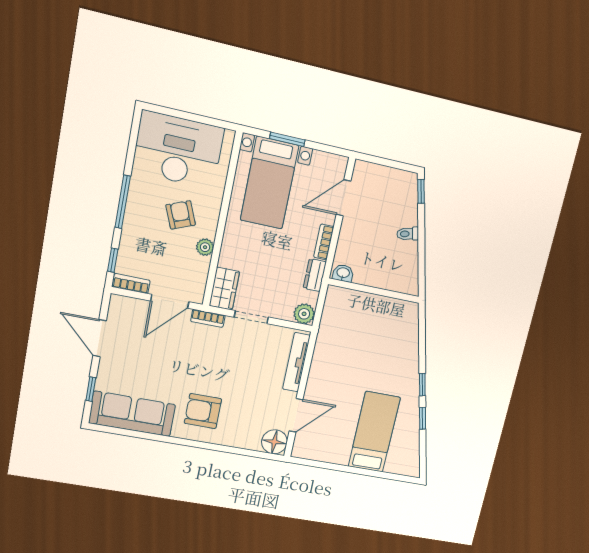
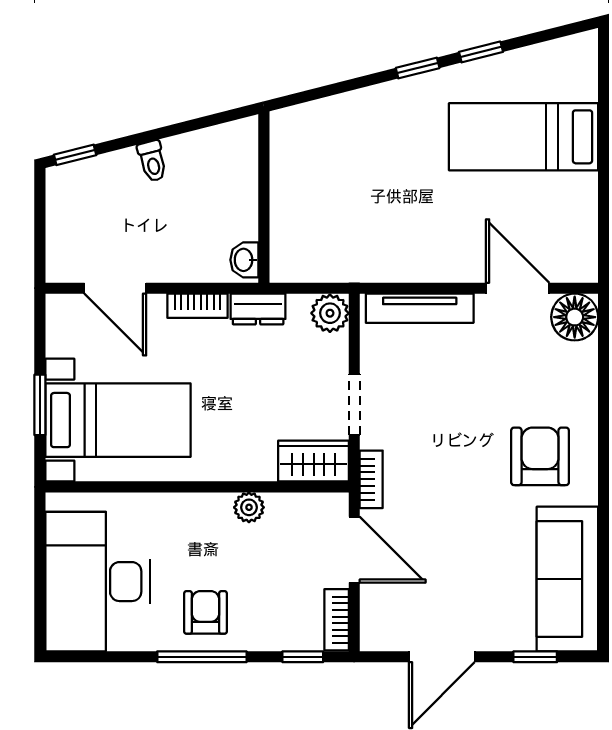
armchair: (181, 215) -> (206, 612), moved, turned 112
armchair: (203, 411) -> (540, 456), turned 180

